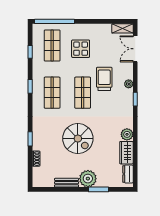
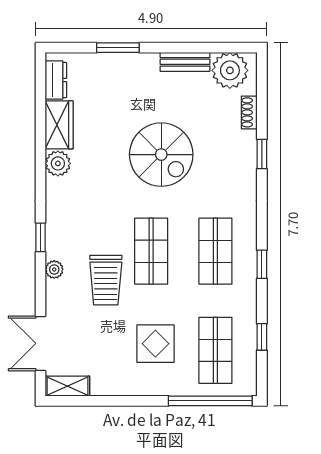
double door: (135, 49) -> (41, 343), swing flipped
spiral stairs: (78, 139) -> (161, 155), turned 180
plant: (88, 179) -> (230, 70), moved

